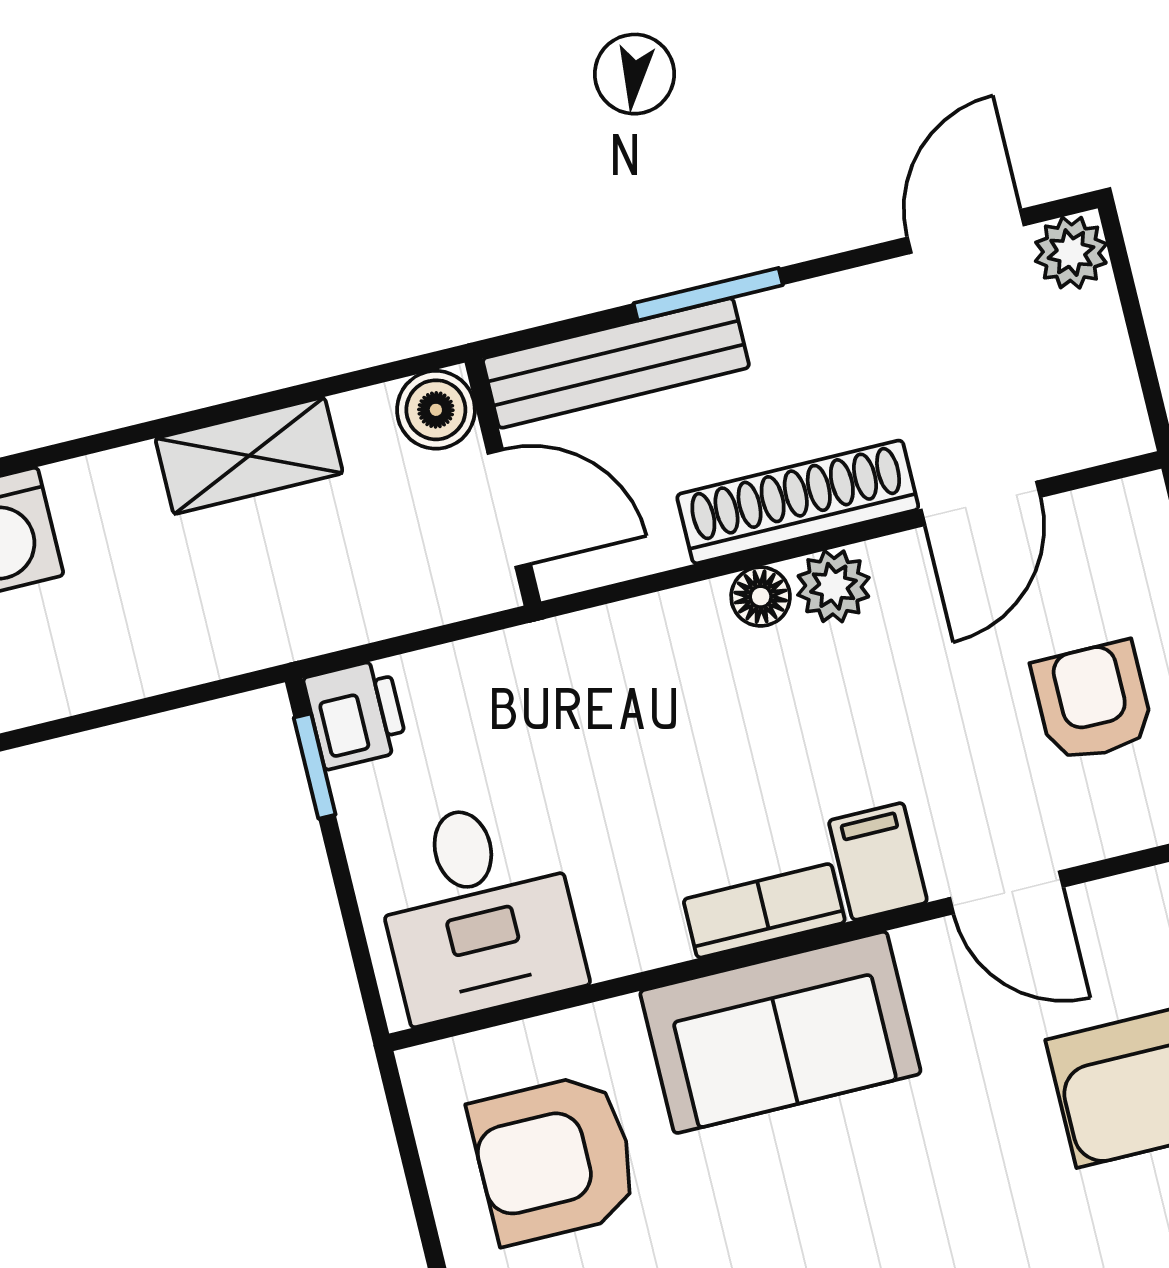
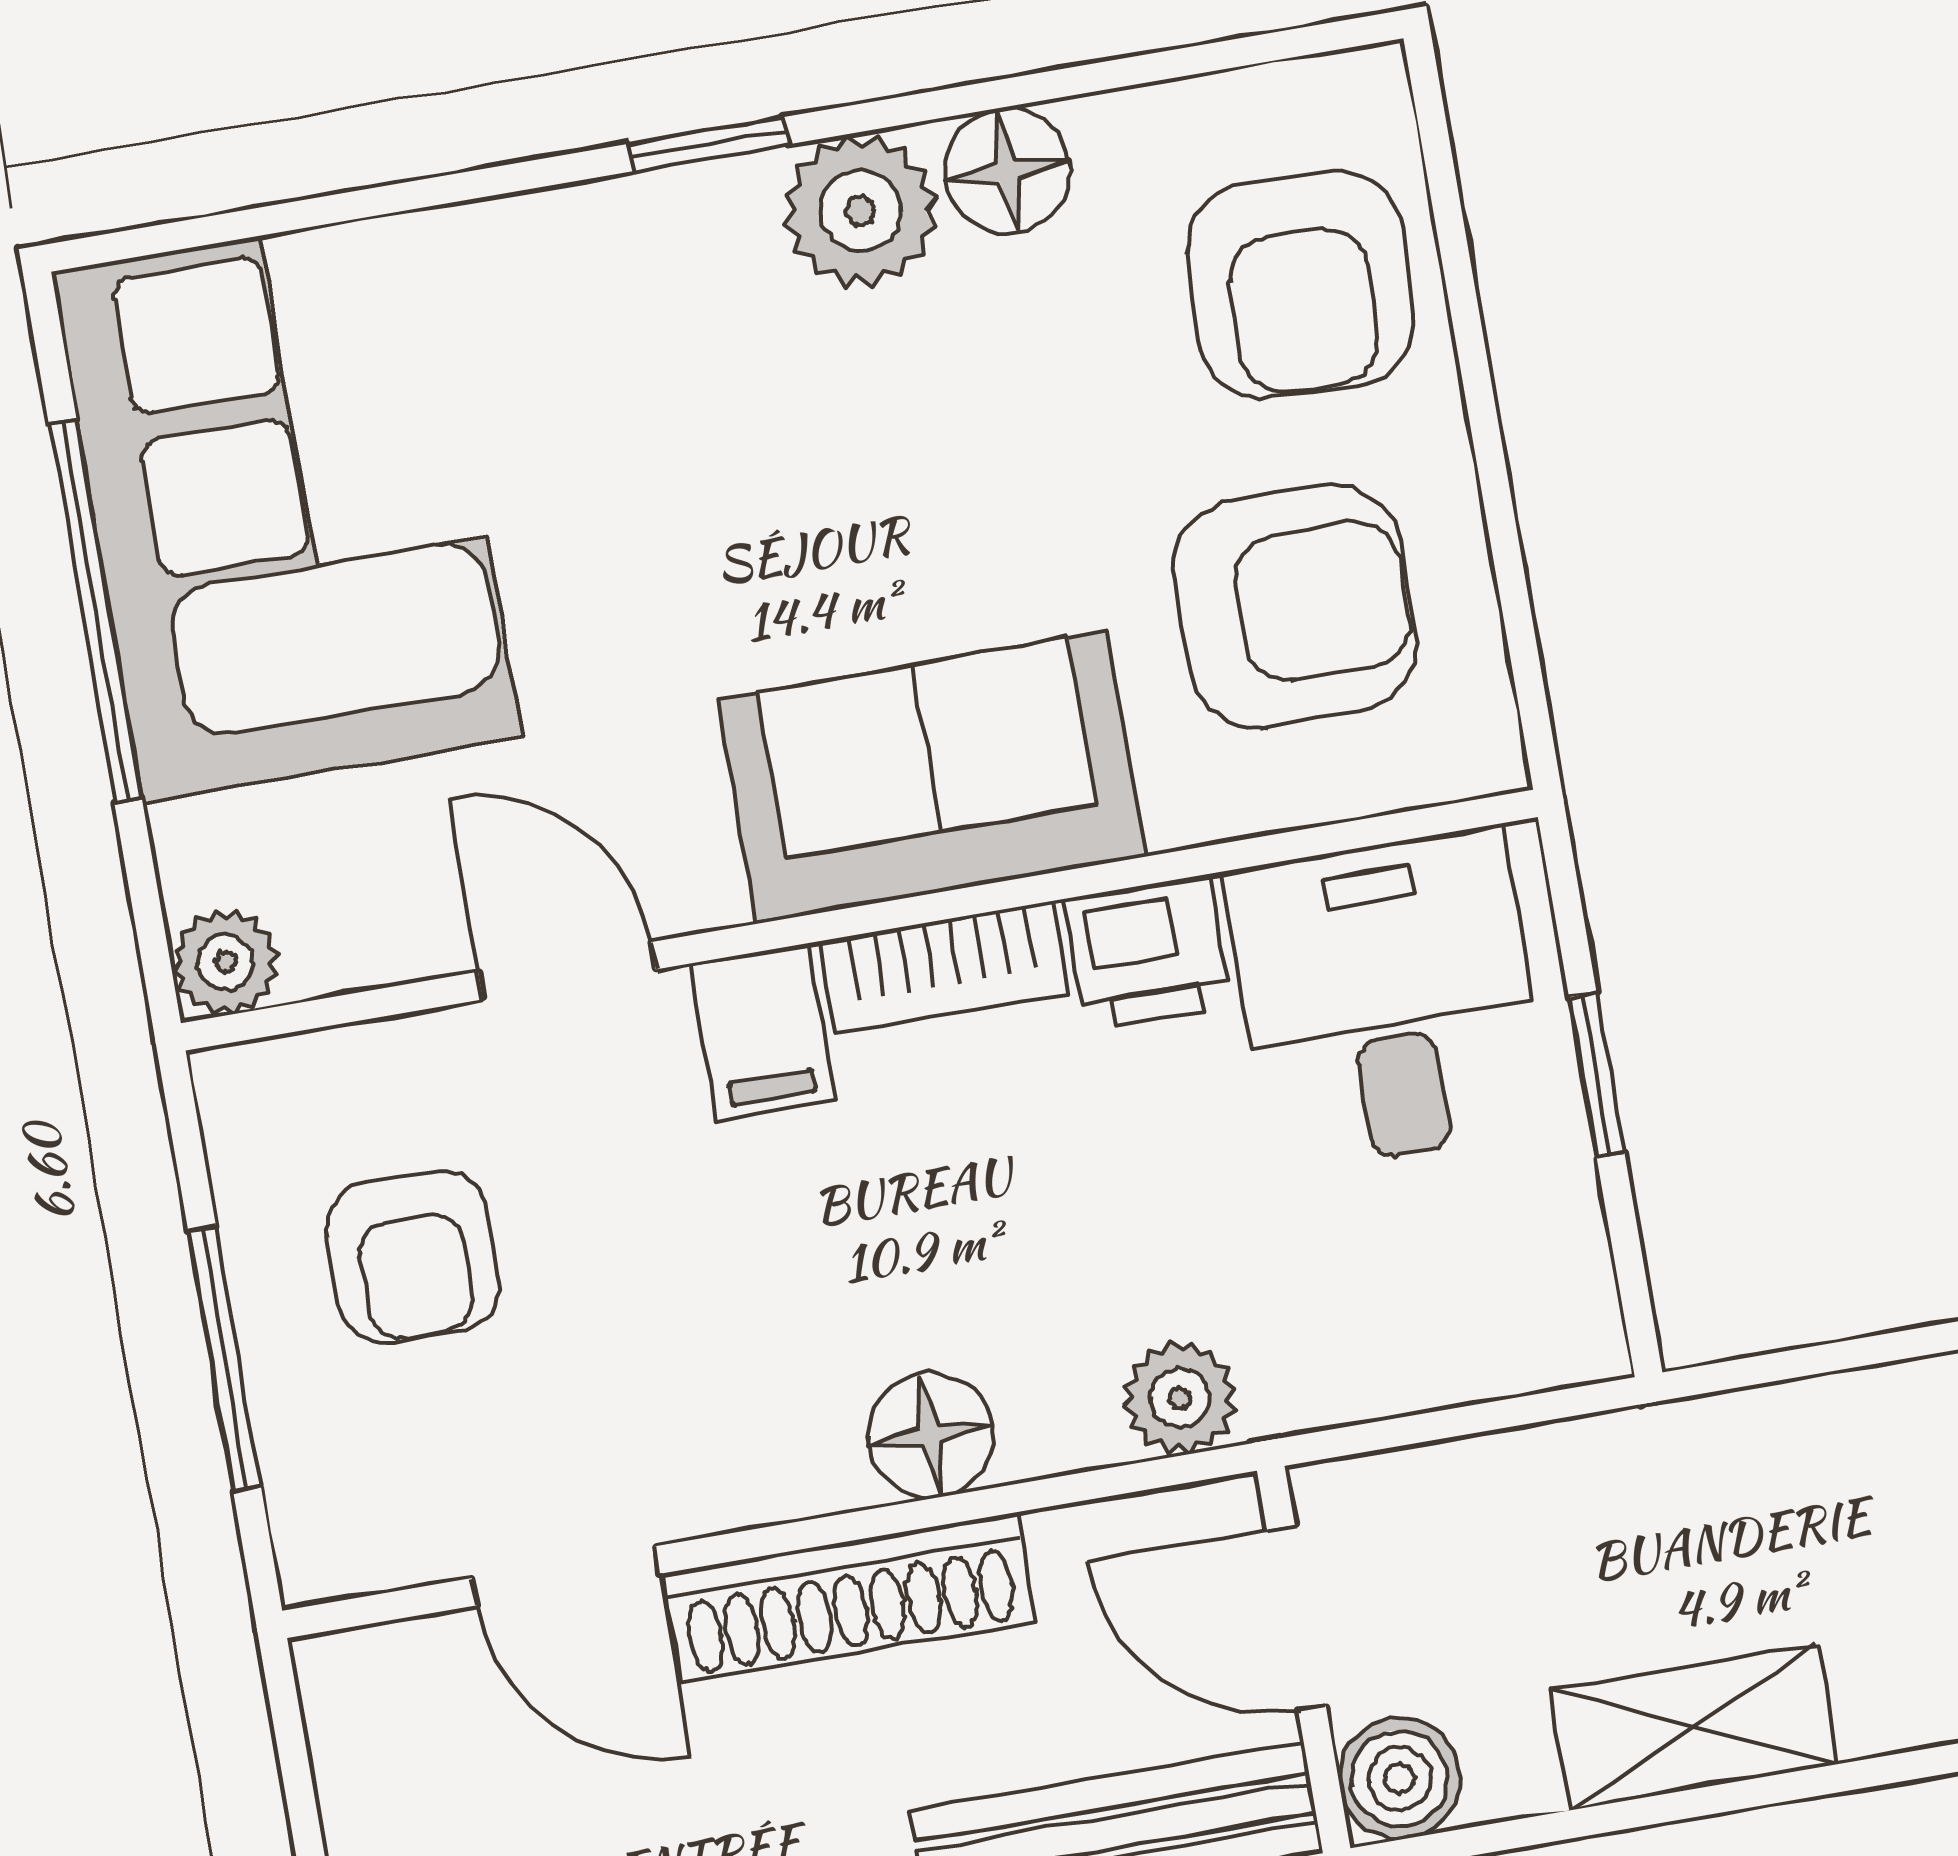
door: (981, 503) -> (565, 1576), swing flipped
plant: (833, 586) -> (1180, 1398), moved
floor lamp: (761, 597) -> (930, 1435), width x1.37, depth x1.37
printer: (356, 714) -> (1148, 953), moved, turned -90
window: (315, 766) -> (1597, 1074), moved

